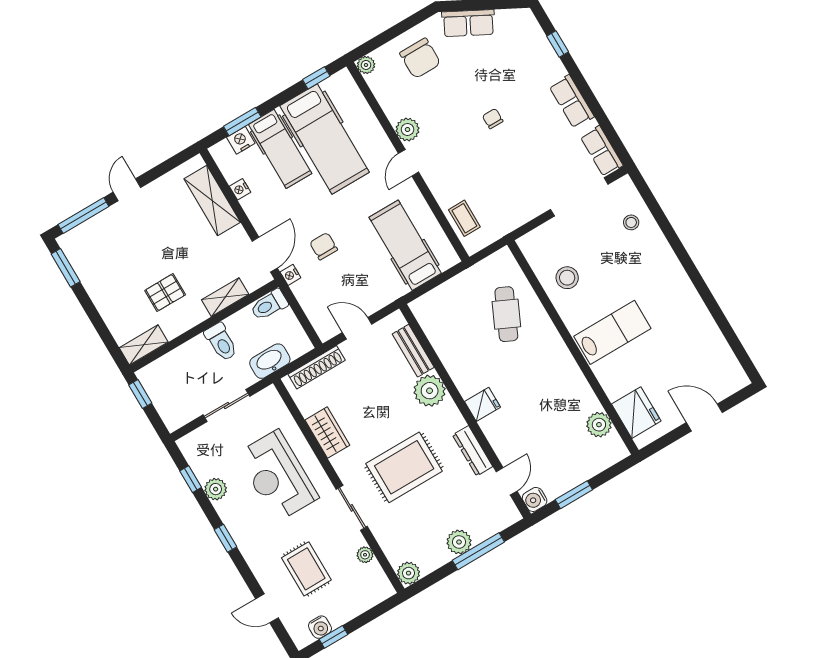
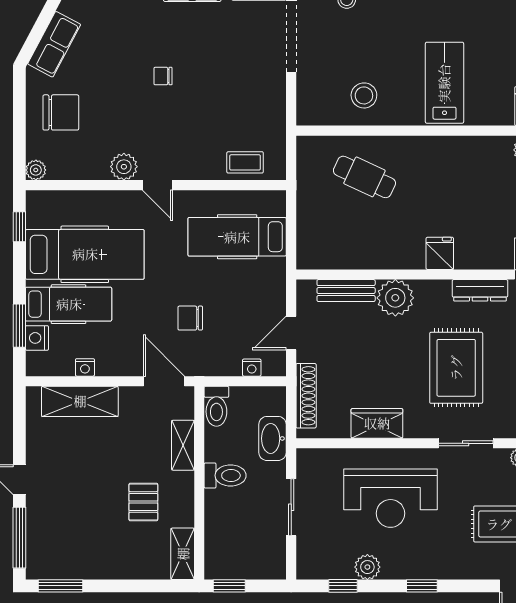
nightstand: (290, 275) -> (252, 368), moved

